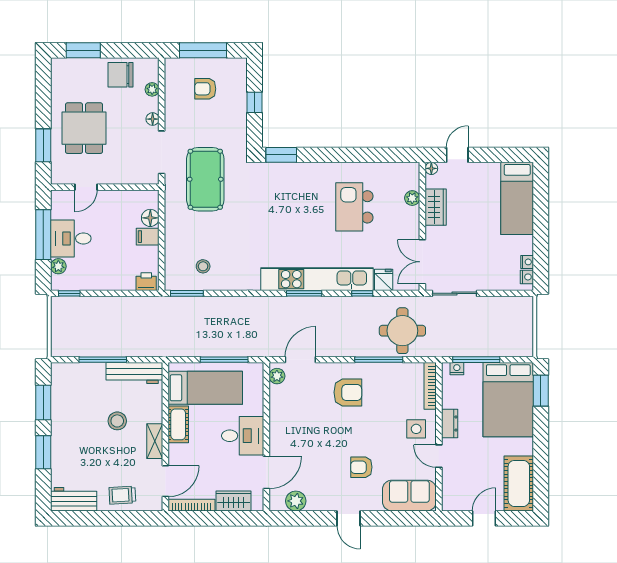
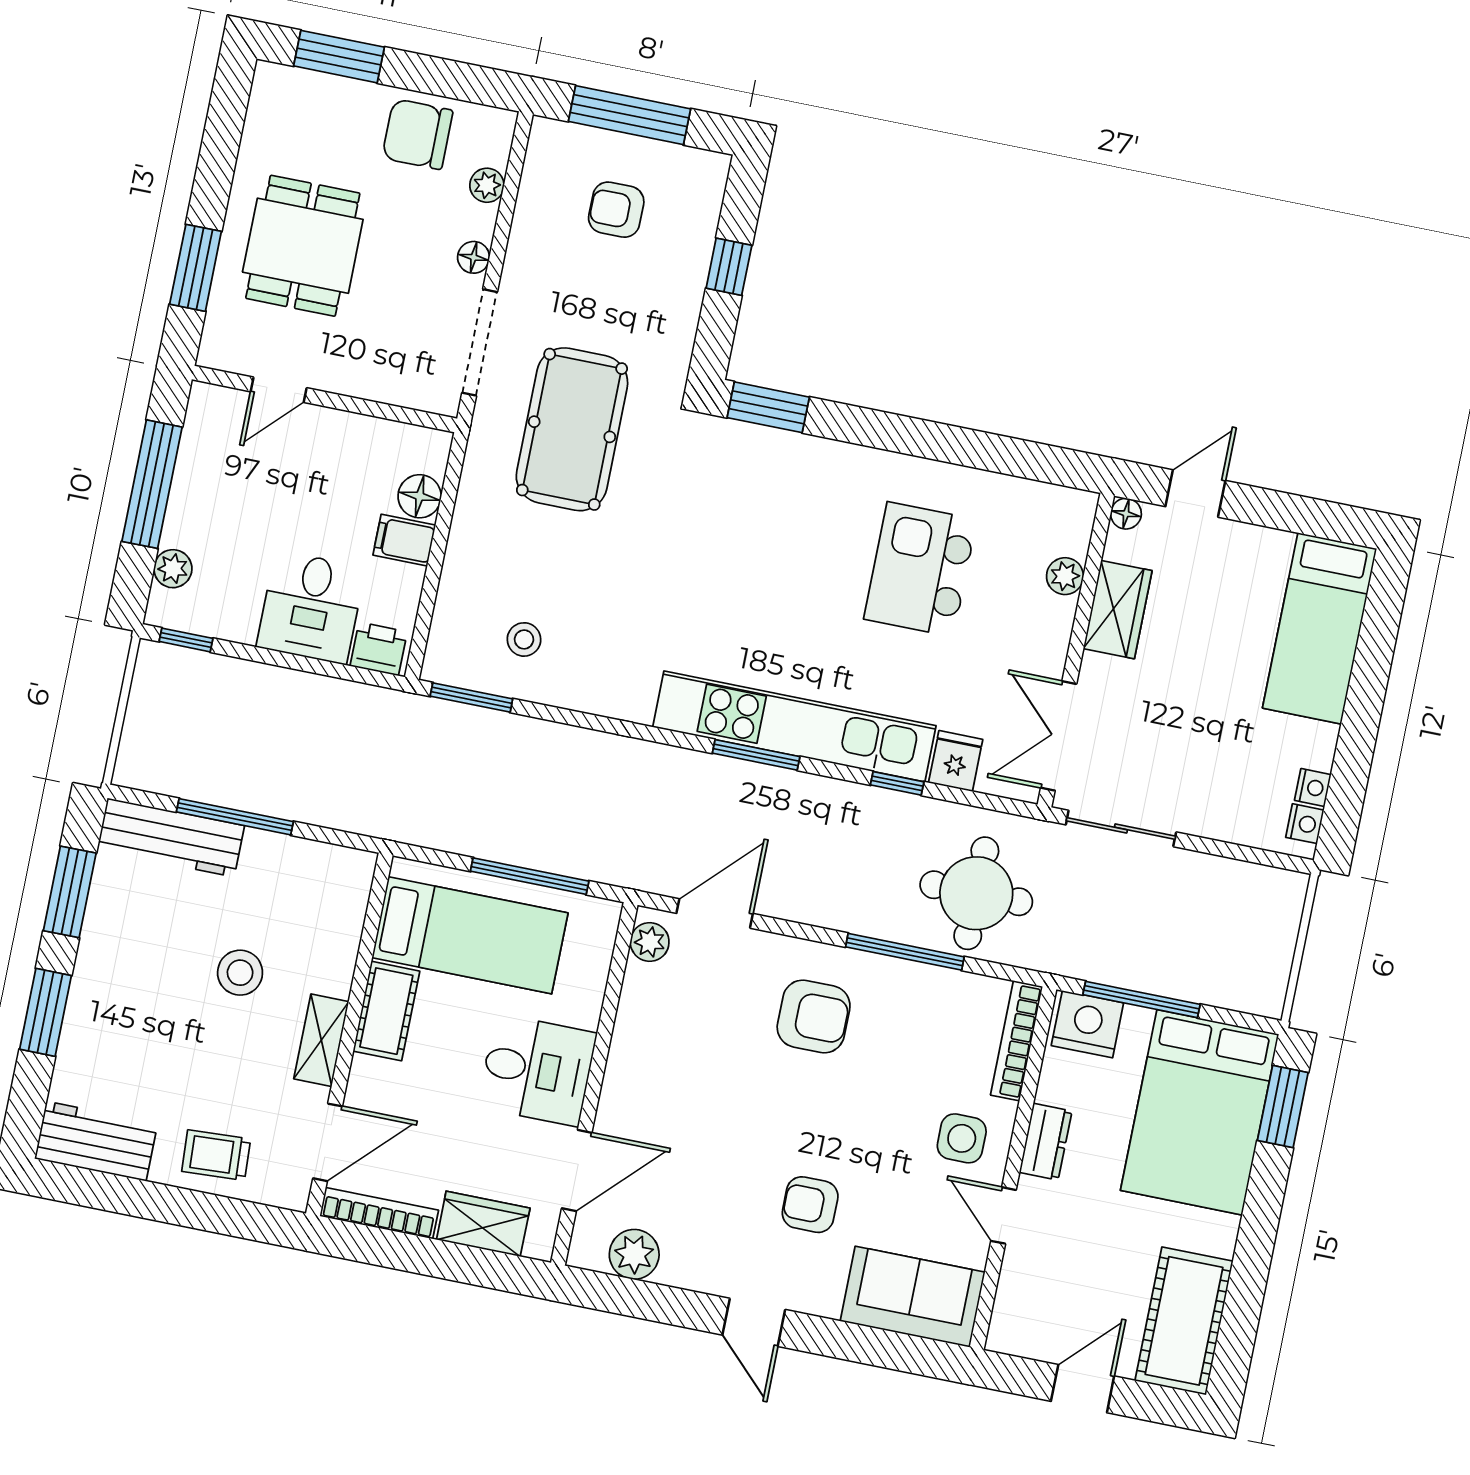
desk: (71, 238) -> (311, 607), moved, turned -90
nightstand: (457, 369) -> (1087, 1024), width x1.89, depth x1.79
workbench: (134, 373) -> (171, 838), moved

